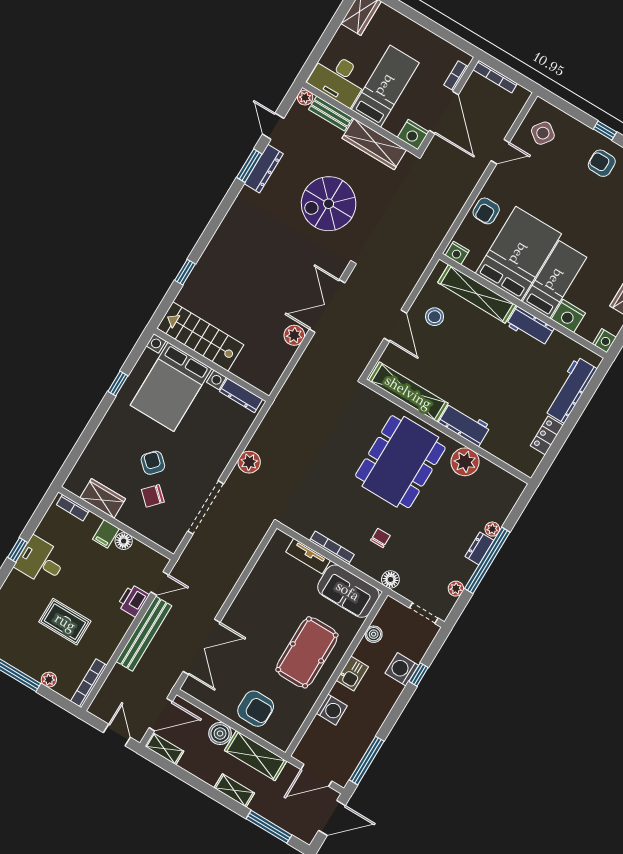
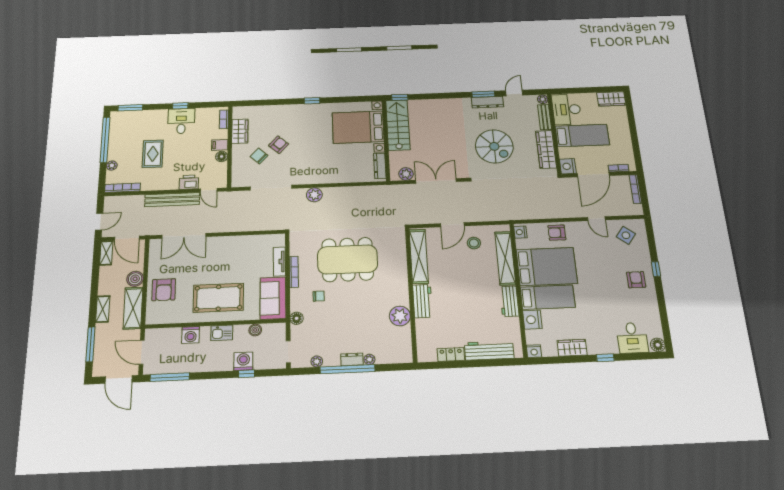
spiral stairs: (329, 204) -> (494, 146), turned 180
stairs: (200, 337) -> (398, 125), moved
wall: (211, 365) -> (386, 140), moved
bed with nightstands: (171, 387) -> (358, 127), moved
dresser: (241, 395) -> (380, 166), moved
dining table: (400, 462) -> (347, 259), moved

